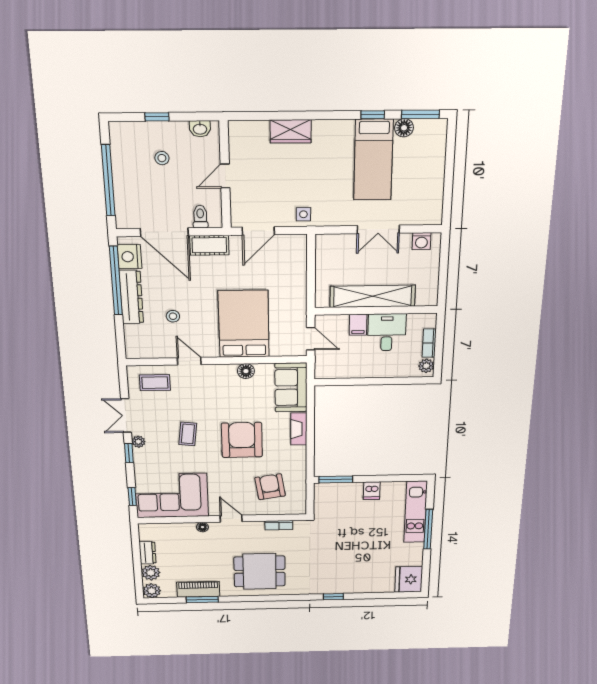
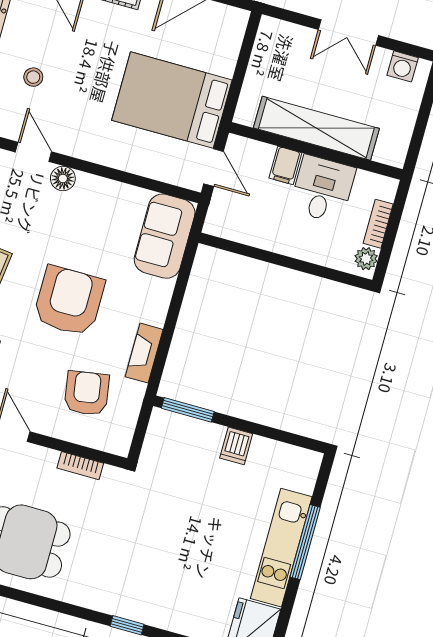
bed: (244, 324) -> (172, 100), moved, turned -90
floor lamp: (246, 371) -> (63, 179), moved
fireplace: (299, 429) -> (144, 353), moved
kitchen unit: (416, 512) -> (281, 548), moved

